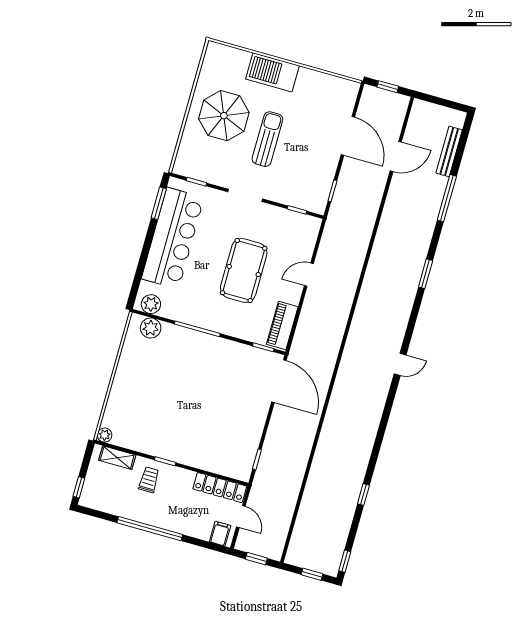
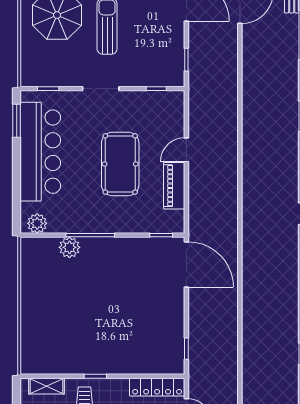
piano: (282, 326) -> (174, 186), moved
plant: (151, 328) -> (69, 247), moved
plant: (105, 435) -> (28, 367), removed

